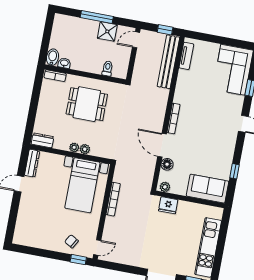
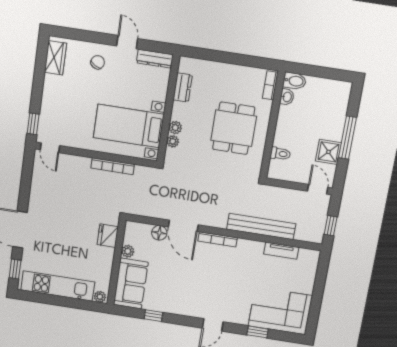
tv unit: (186, 56) -> (281, 251), moved
bench: (168, 62) -> (261, 227), moved
dresser: (42, 140) -> (183, 87), moved
door: (162, 145) -> (183, 226), swing flipped
plant: (74, 147) -> (173, 141), moved
plant: (165, 187) -> (128, 251), moved
plant: (218, 214) -> (100, 297), added
wardrobe: (29, 239) -> (55, 58), added
chair: (71, 241) -> (98, 62), moved

